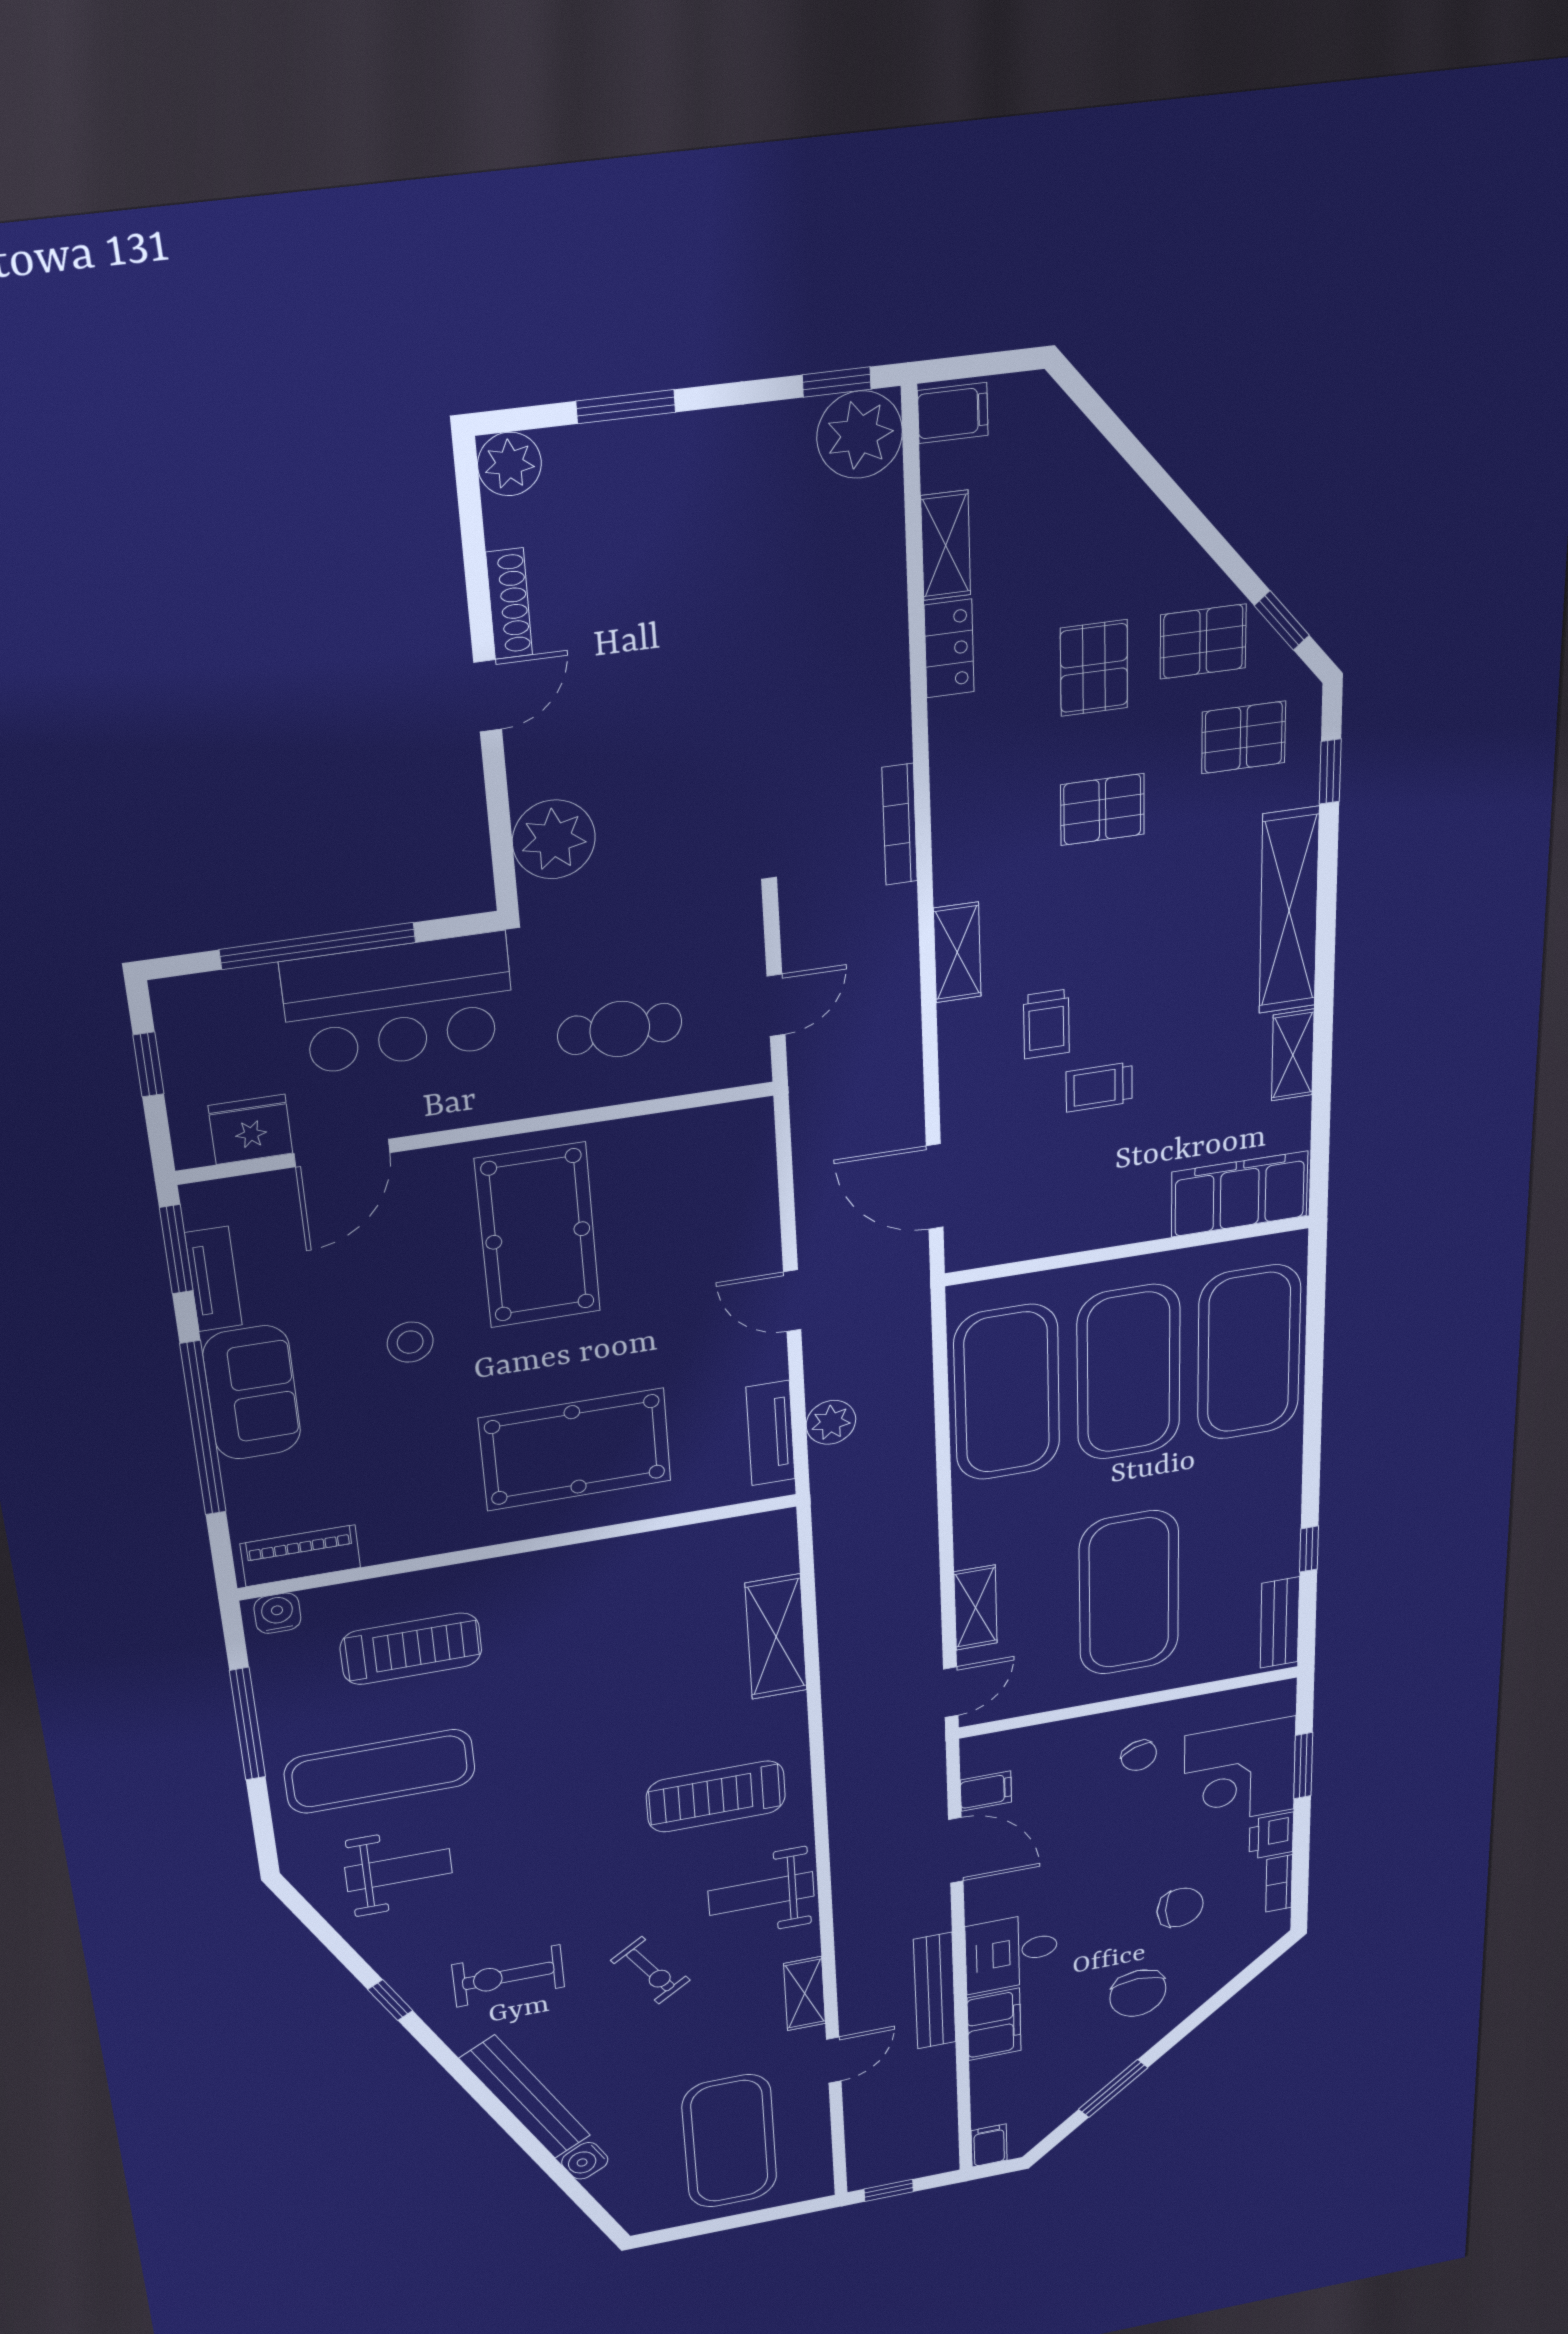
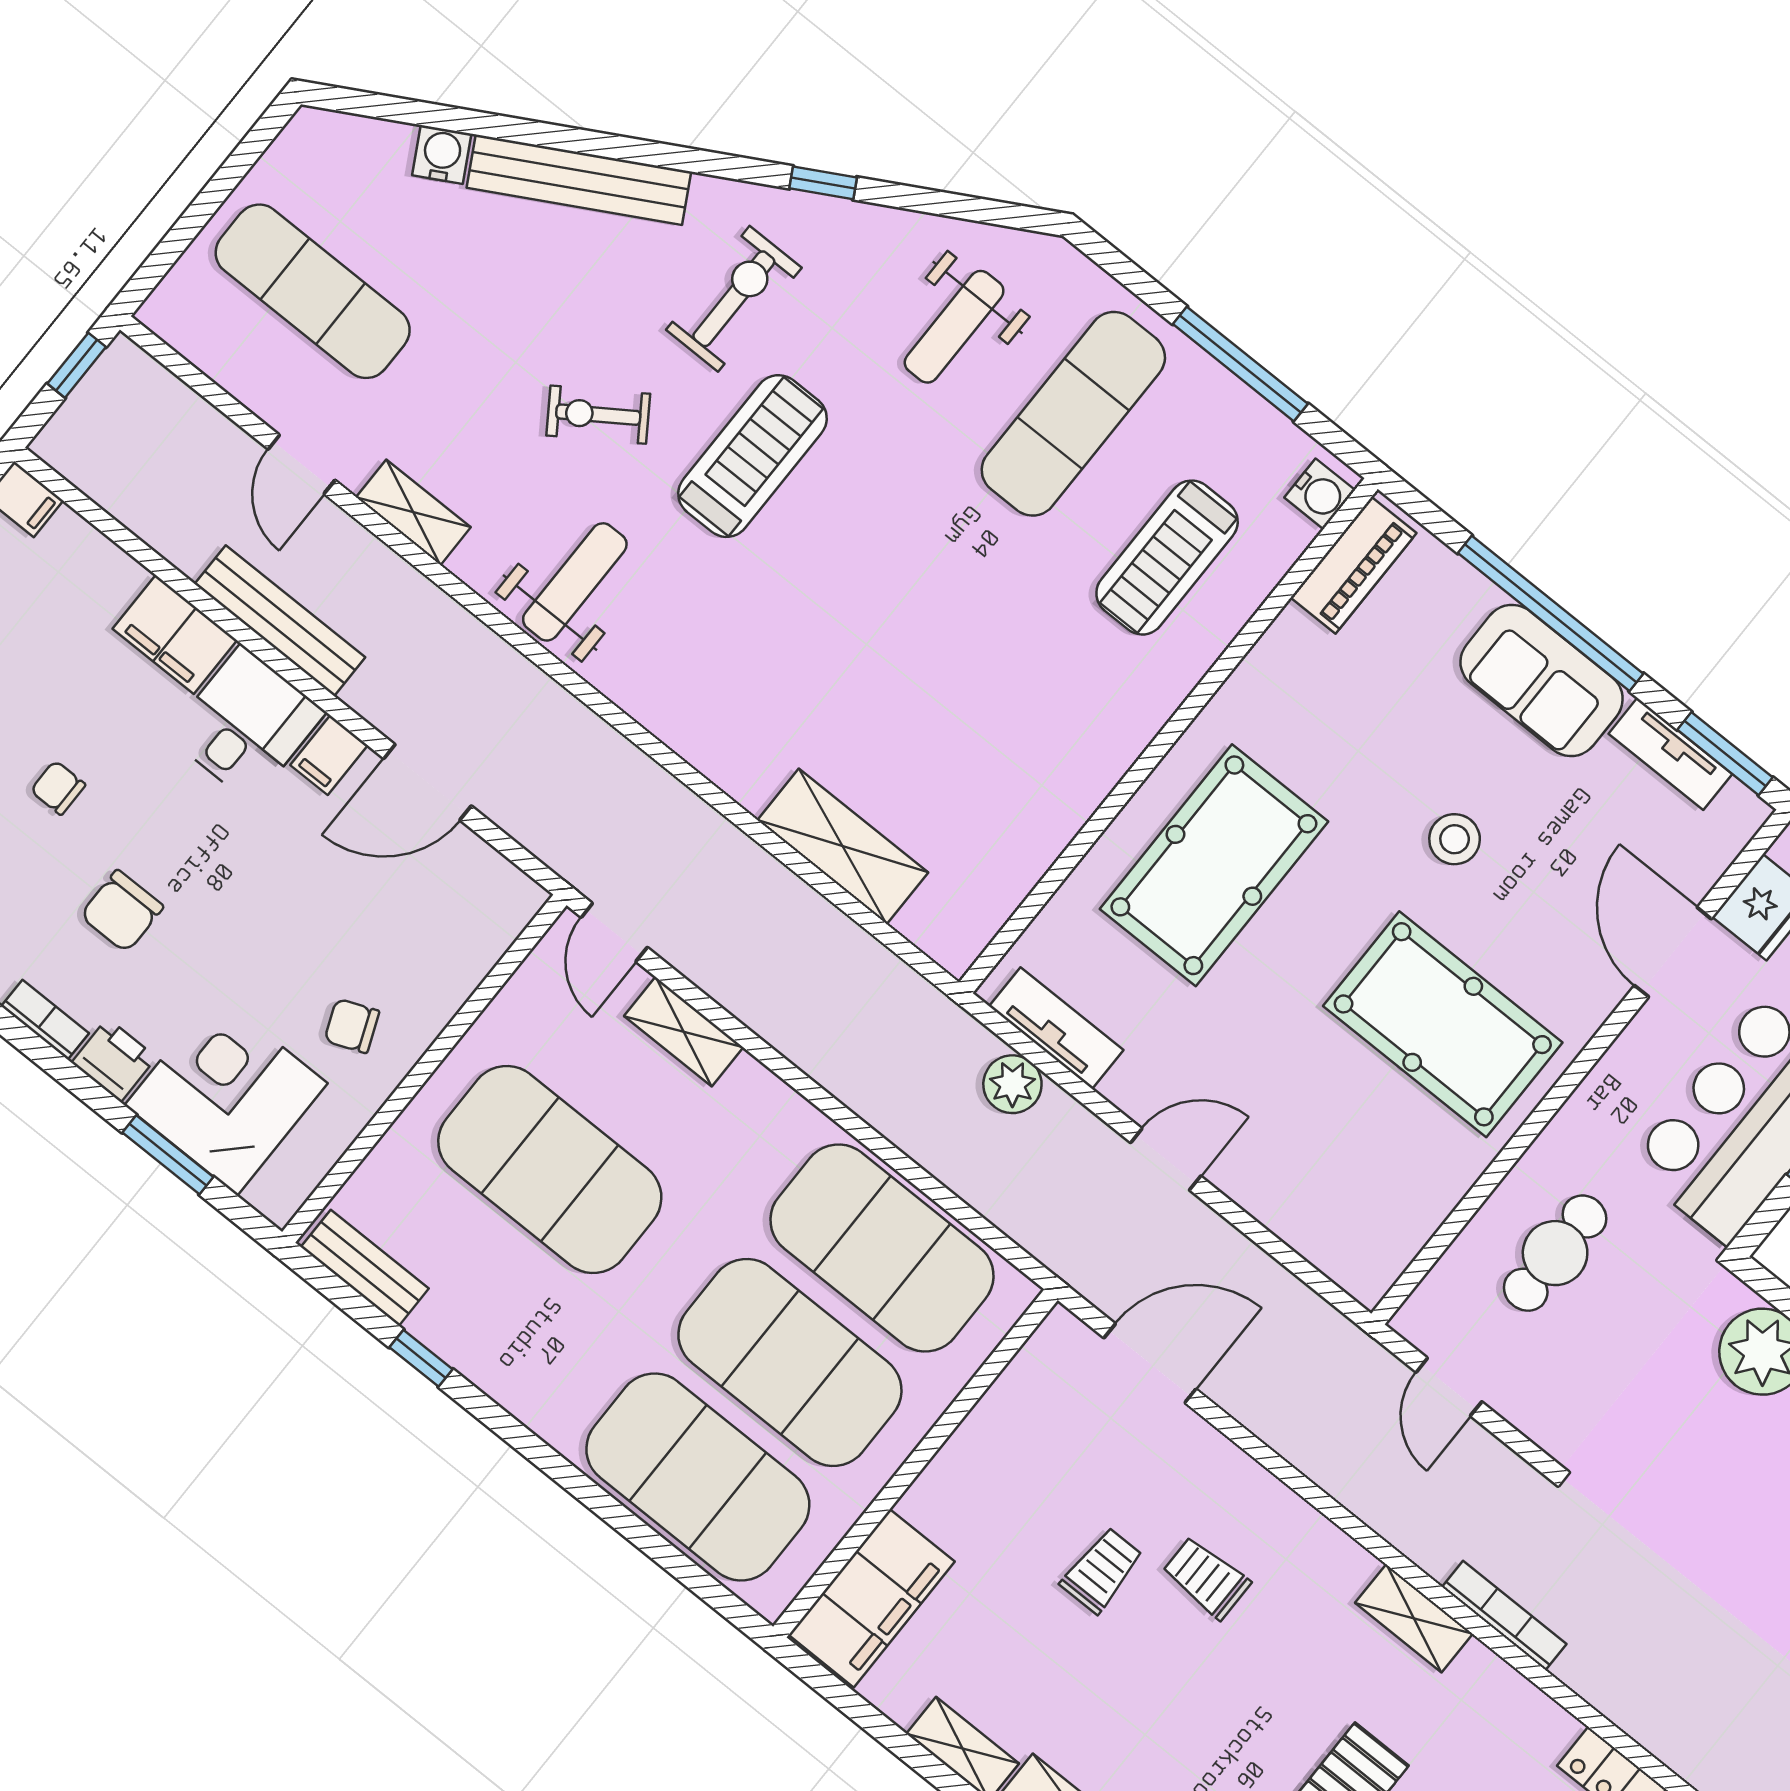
shelving: (957, 952) -> (1414, 1618), moved
filing cabinet: (986, 1791) -> (329, 755), moved
treadmill: (716, 1796) -> (753, 456), moved
chair: (1138, 1993) -> (58, 788), width x0.54, depth x0.54
exercise mat: (729, 2141) -> (313, 291), width x0.68

